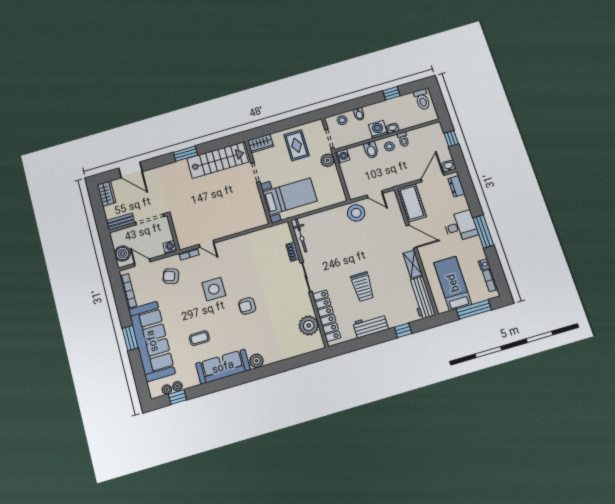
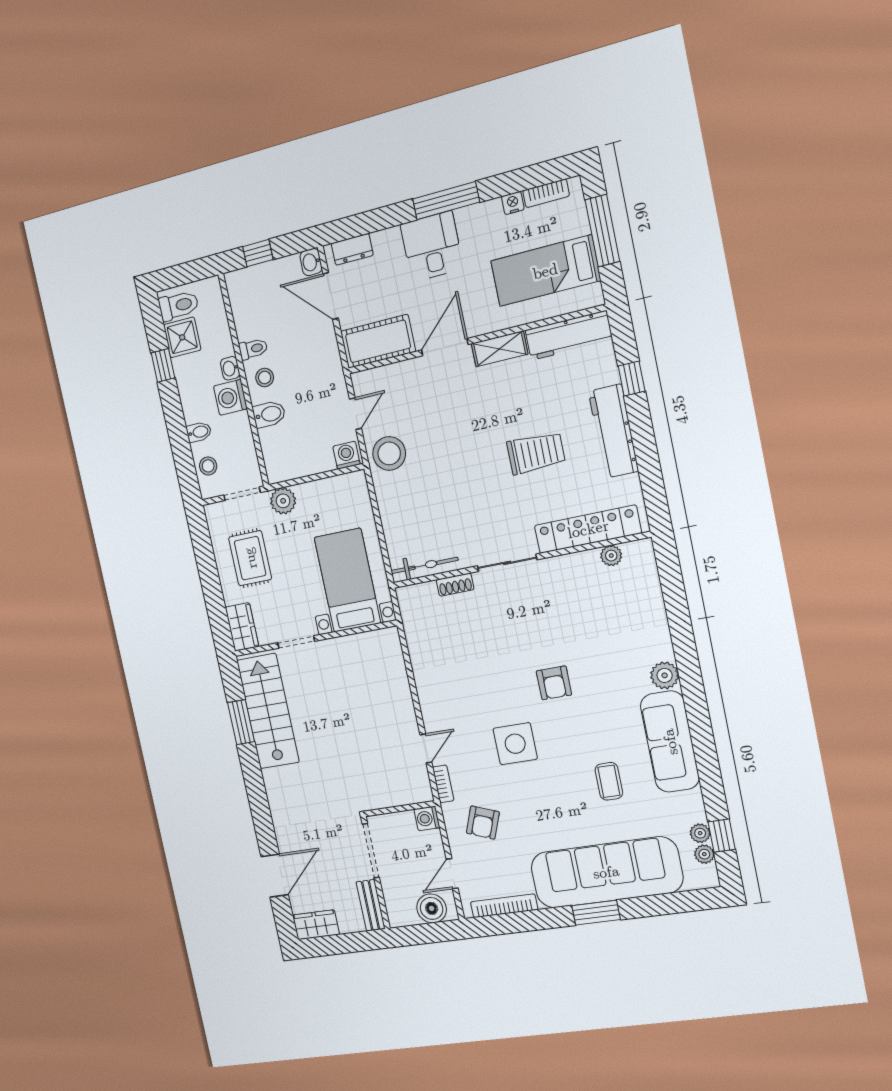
shower: (406, 102) -> (182, 337), added
rug: (297, 145) -> (250, 558), turned 90
window: (186, 154) -> (241, 722), moved
washing machine: (342, 156) -> (346, 455), moved
plant: (309, 325) -> (611, 556), width x0.53, depth x0.53
workbench: (371, 326) -> (613, 431), width x1.38

